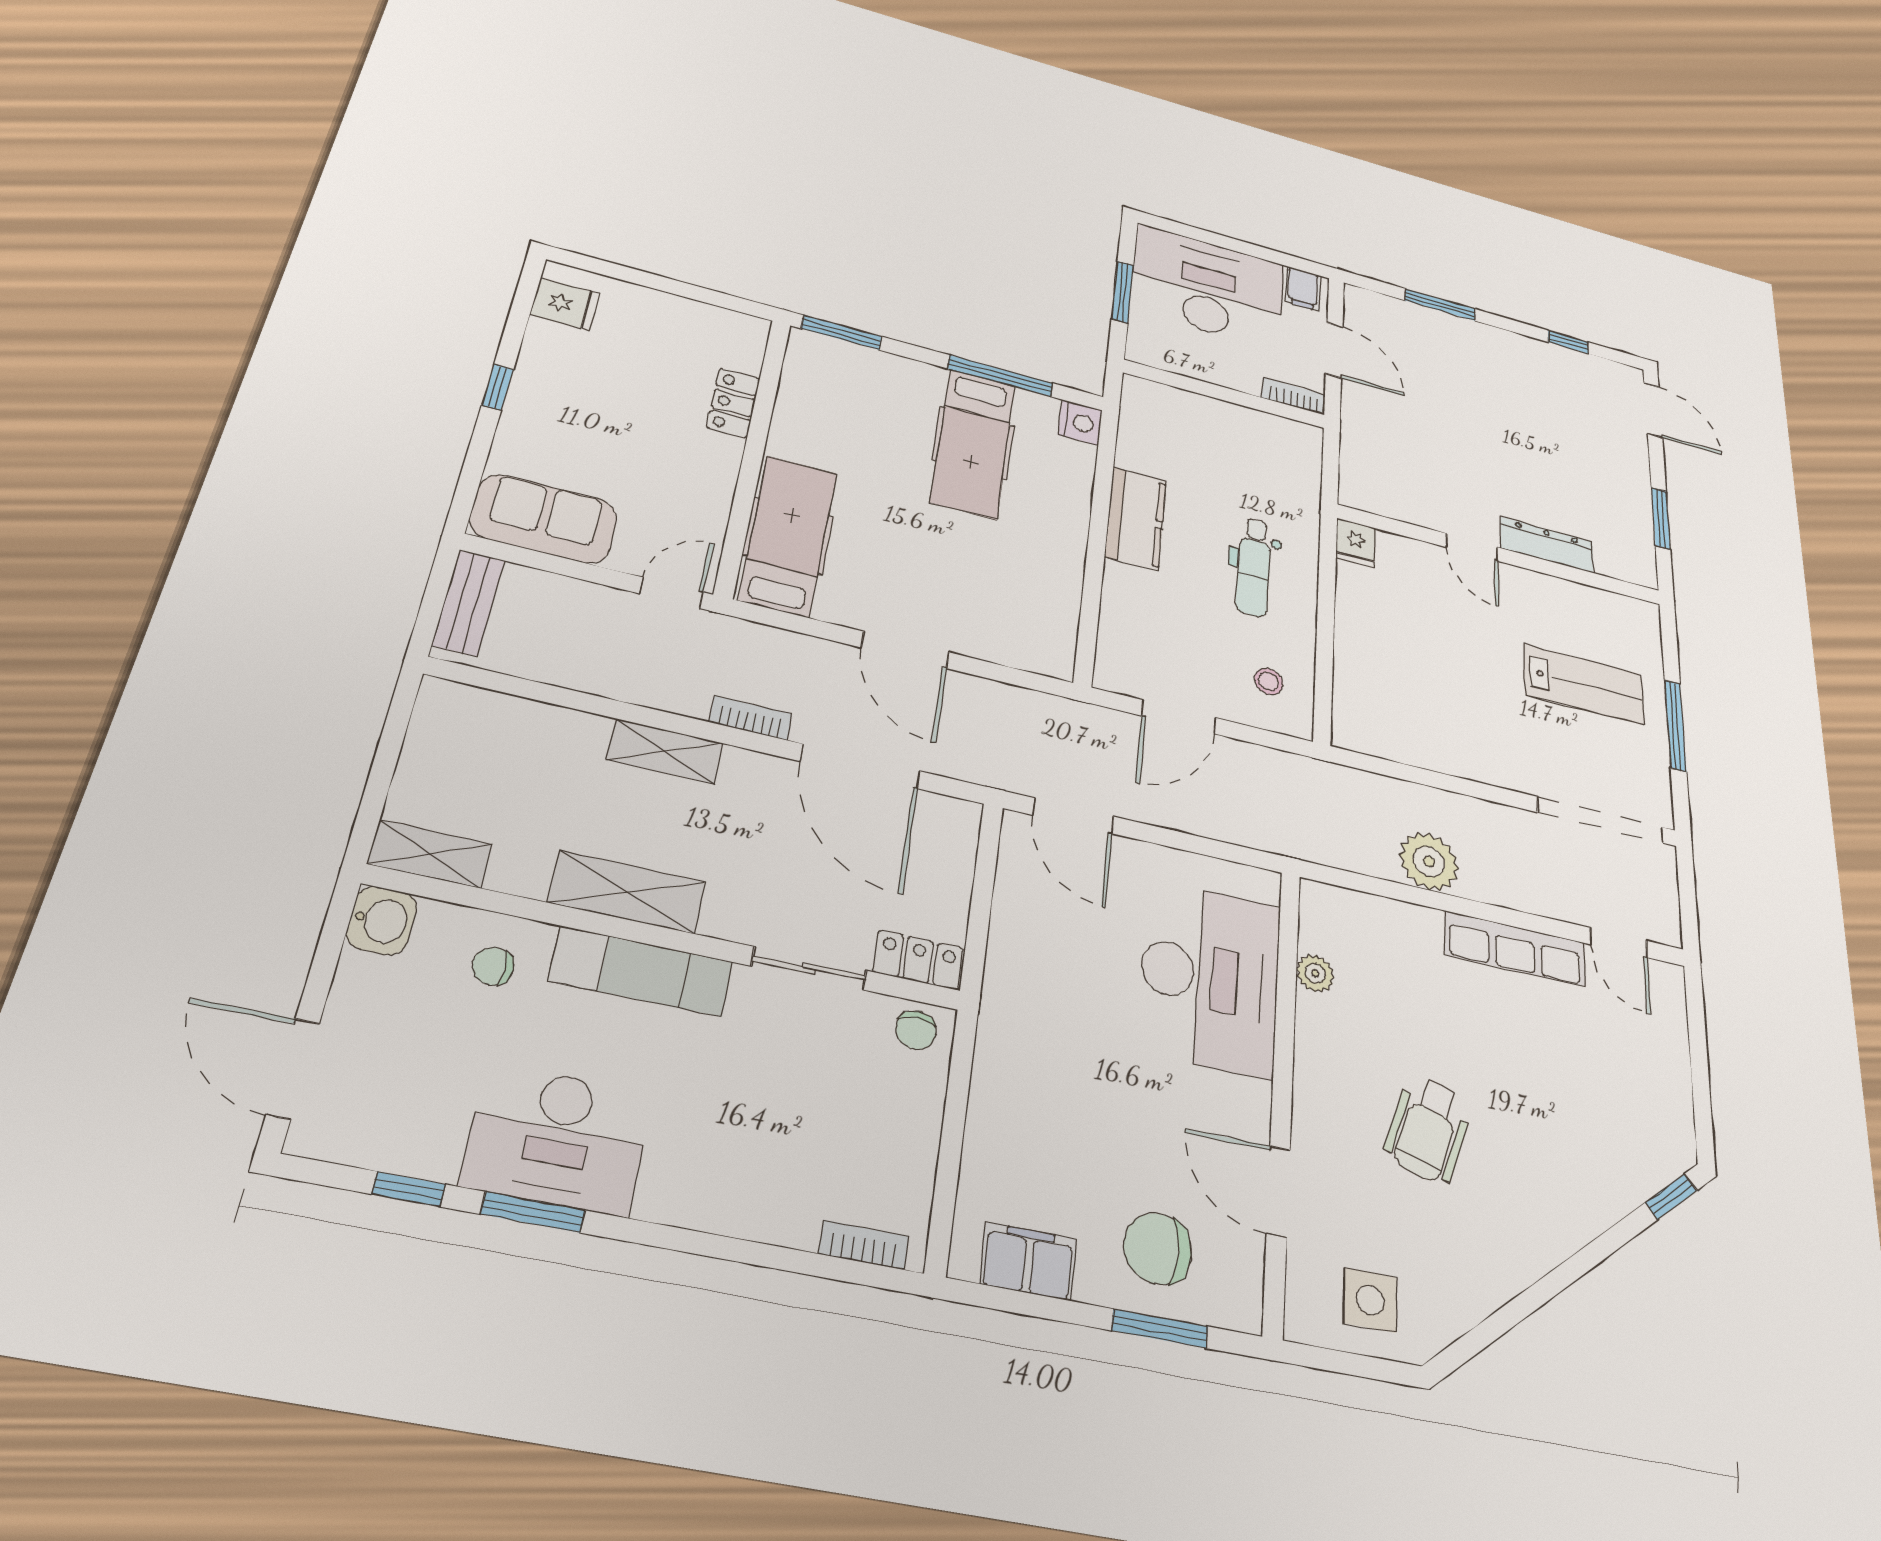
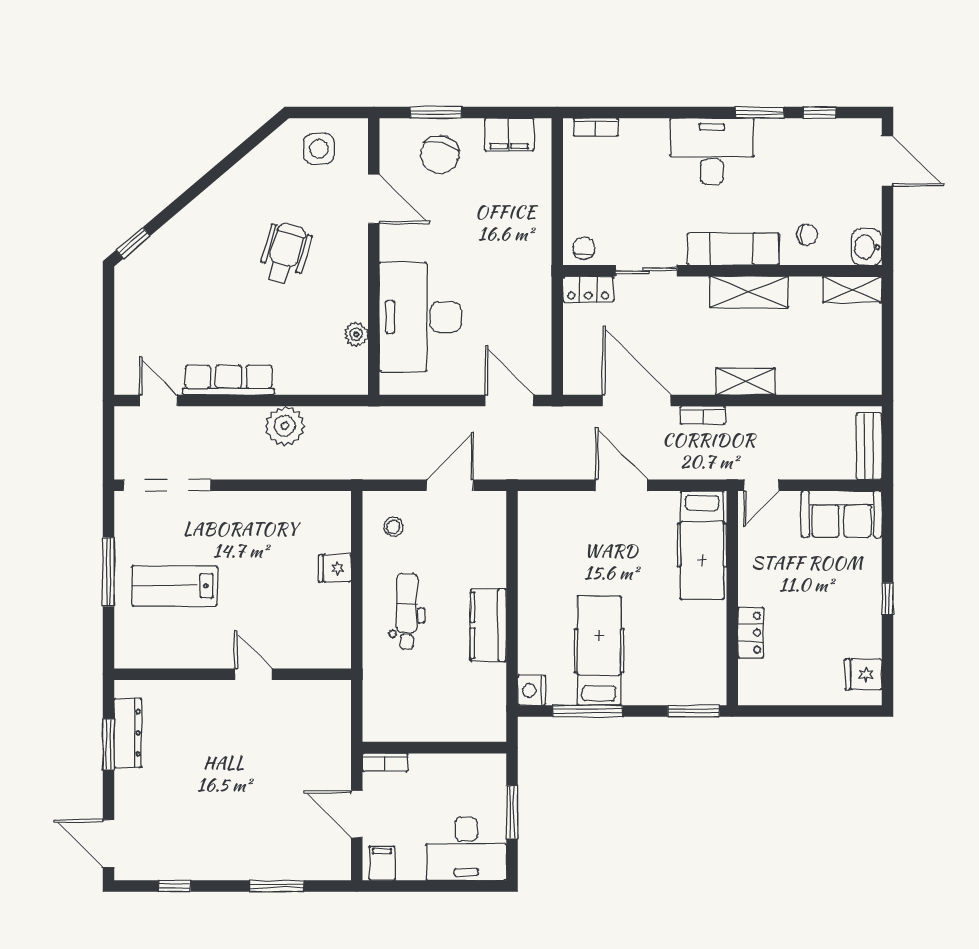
desk: (1208, 287) -> (466, 849), width x0.73, depth x0.77
fridge: (1356, 543) -> (335, 568), moved, turned -90
dresser: (1547, 545) -> (128, 733), moved, turned -90
desk: (558, 1139) -> (712, 151), moved
chair: (1158, 1249) -> (440, 154), turned 103

